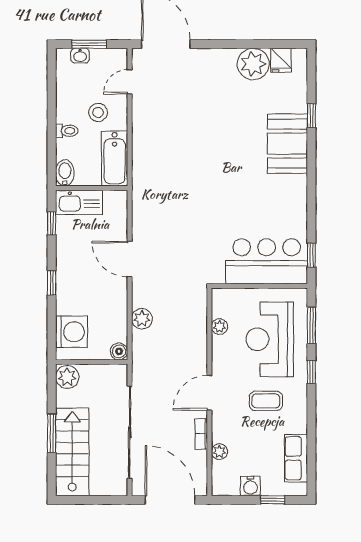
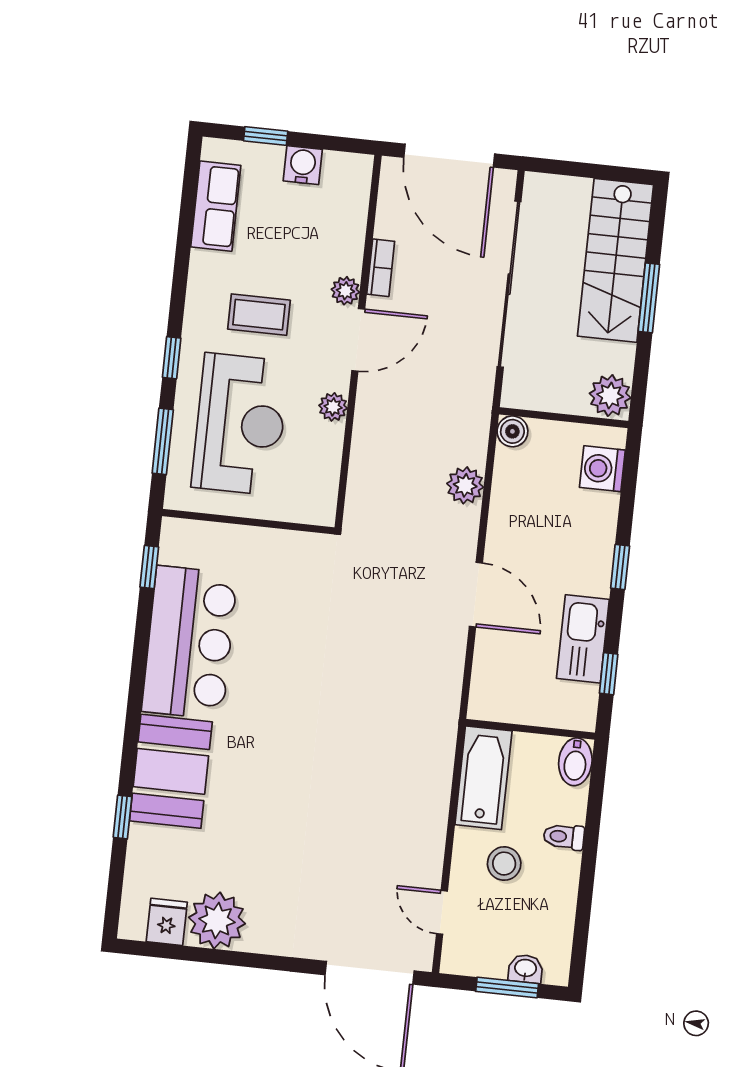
door: (130, 82) -> (442, 912), swing flipped
kitchen sink: (79, 202) -> (583, 639), moved, turned -90
bar counter: (267, 261) -> (190, 643), moved, turned -90
plant: (219, 327) -> (333, 407), moved
washing machine: (71, 332) -> (602, 469), width x0.73, depth x0.73
plant: (219, 452) -> (345, 291), moved

